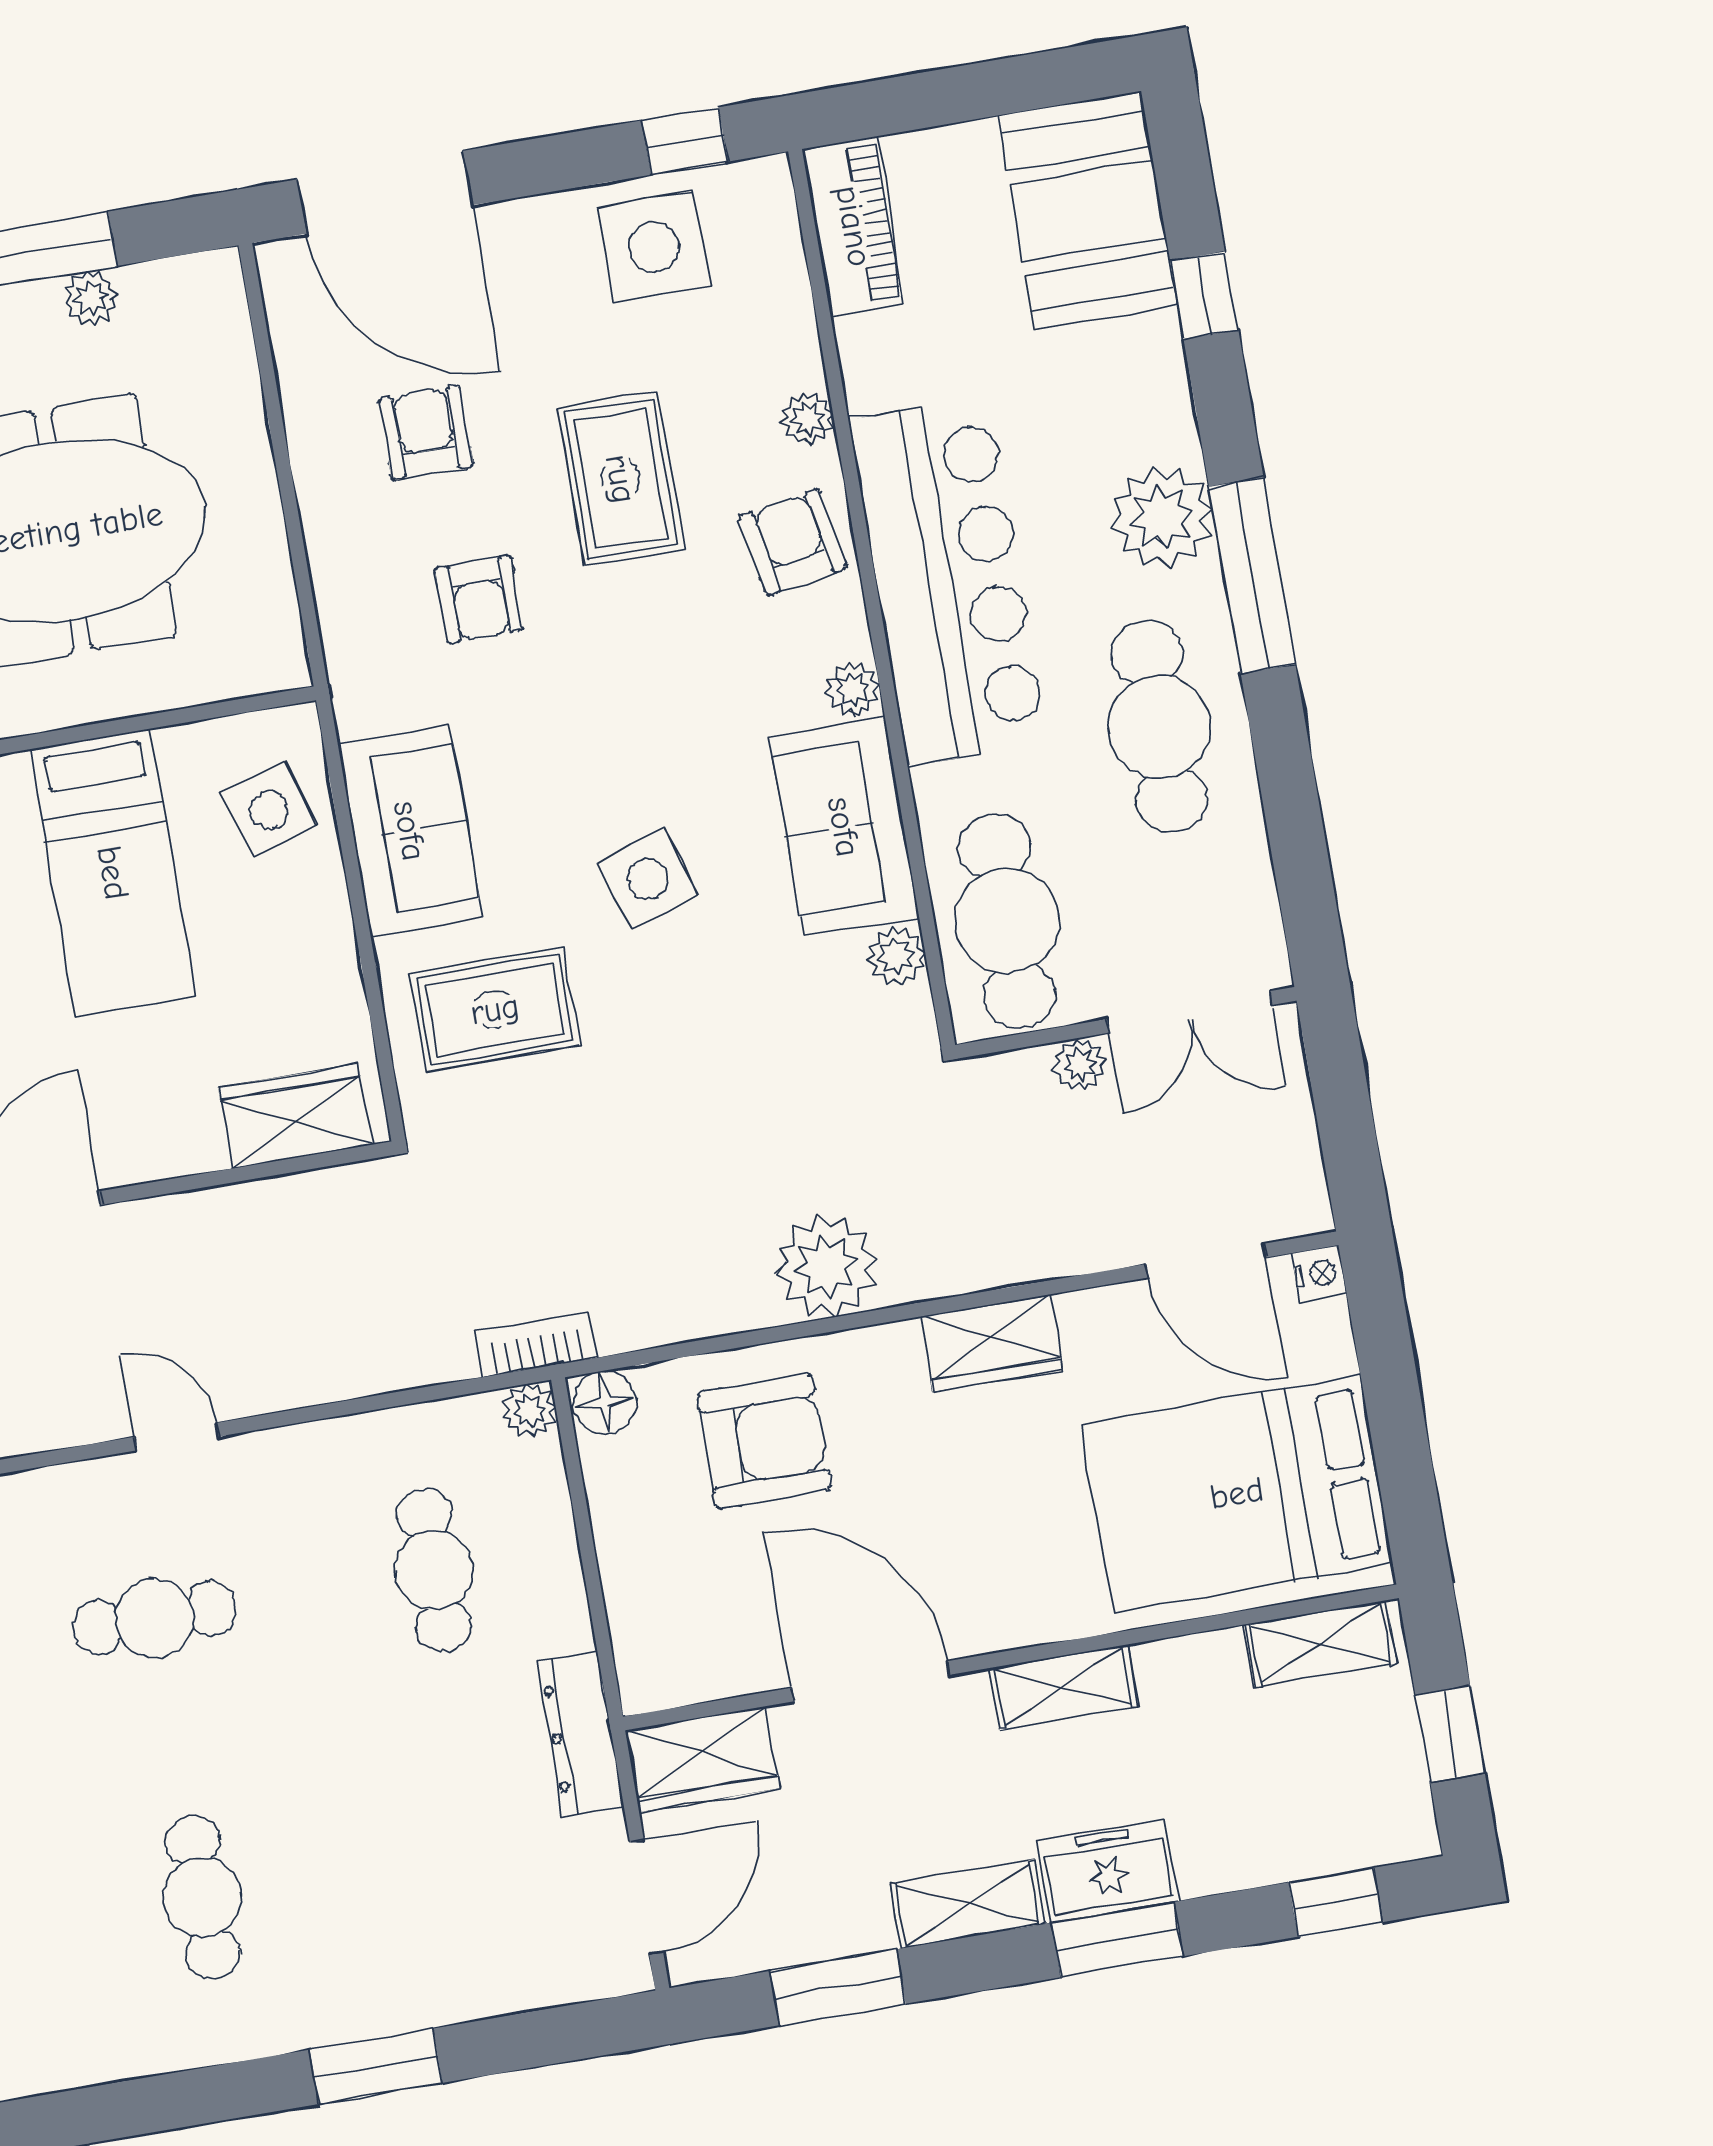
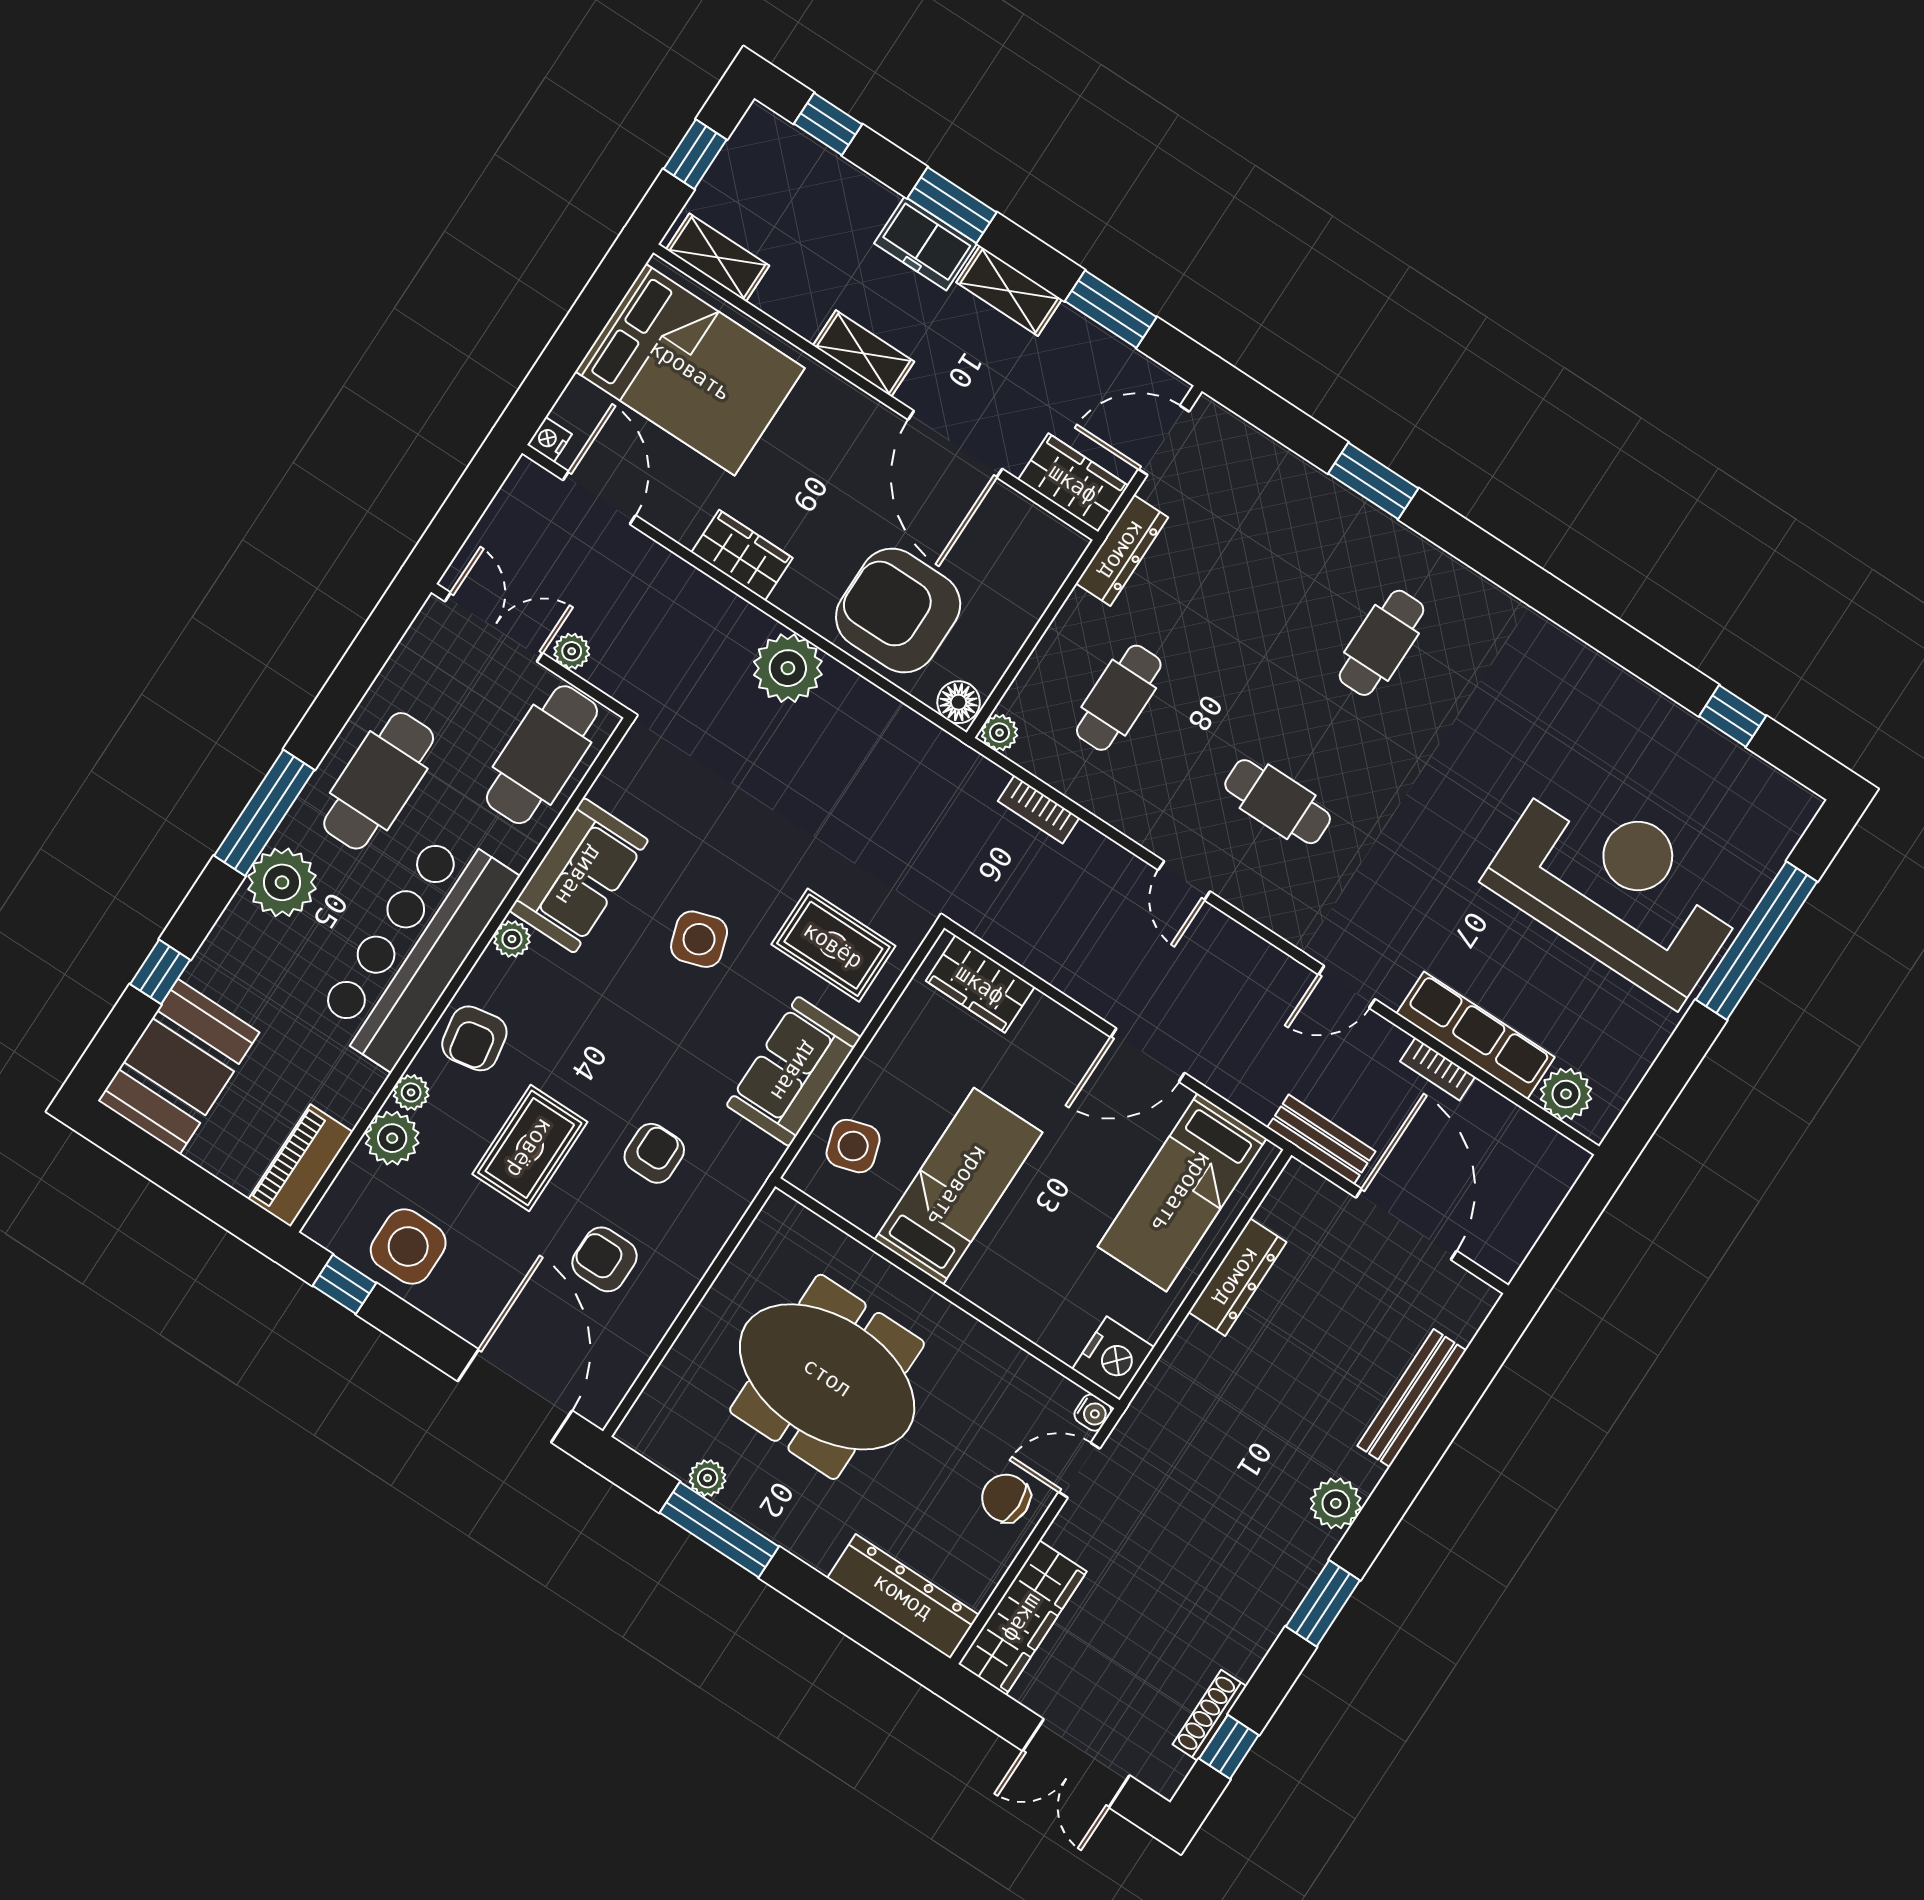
armchair: (426, 433) -> (604, 1259), turned 90
plant: (896, 956) -> (392, 1138), moved, width x1.38, depth x1.38
bookcase: (536, 1345) -> (1039, 809), moved
armchair: (764, 1441) -> (898, 611), width x1.36, depth x1.36

